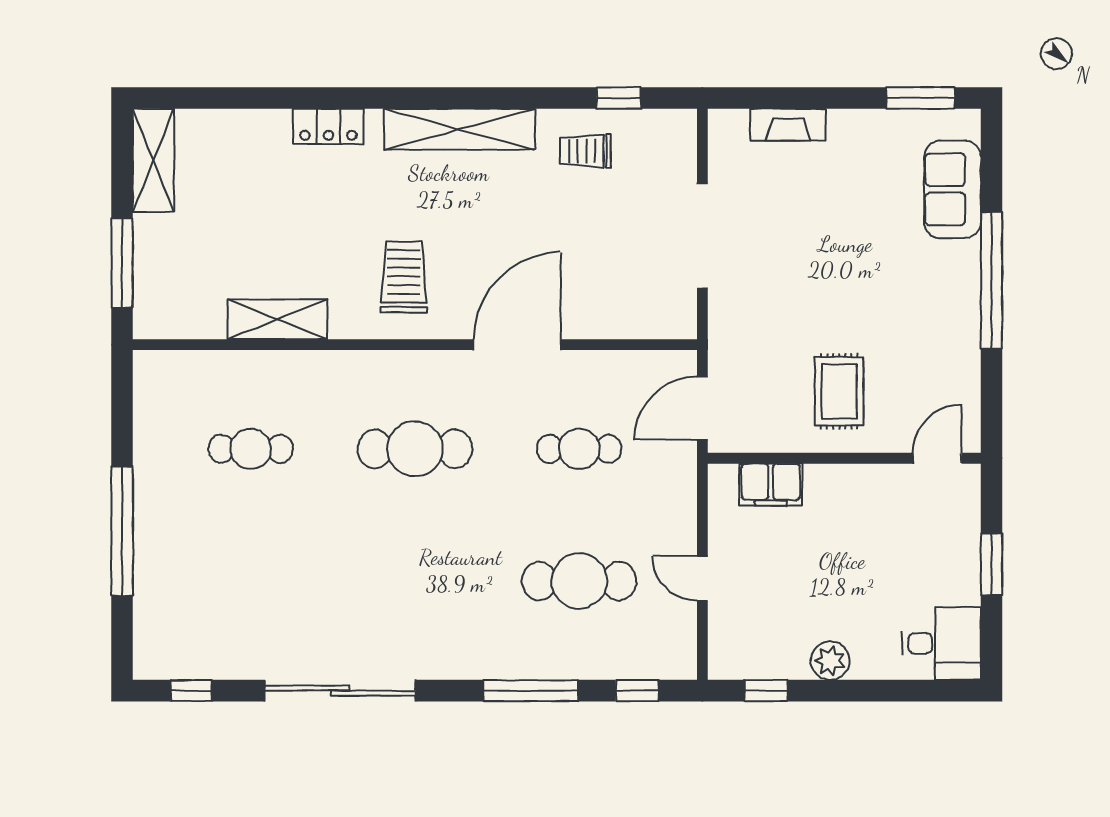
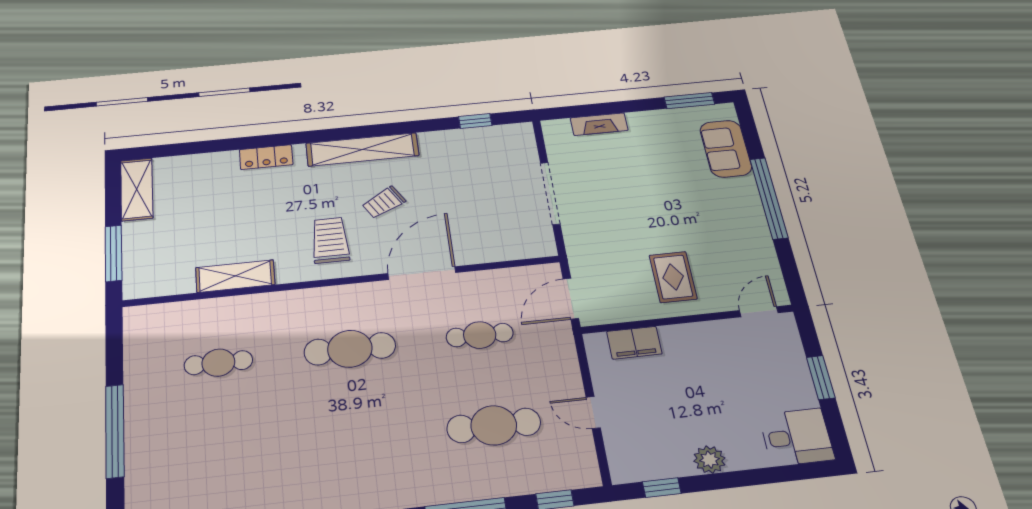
trolley: (585, 151) -> (384, 202), moved, turned -30

